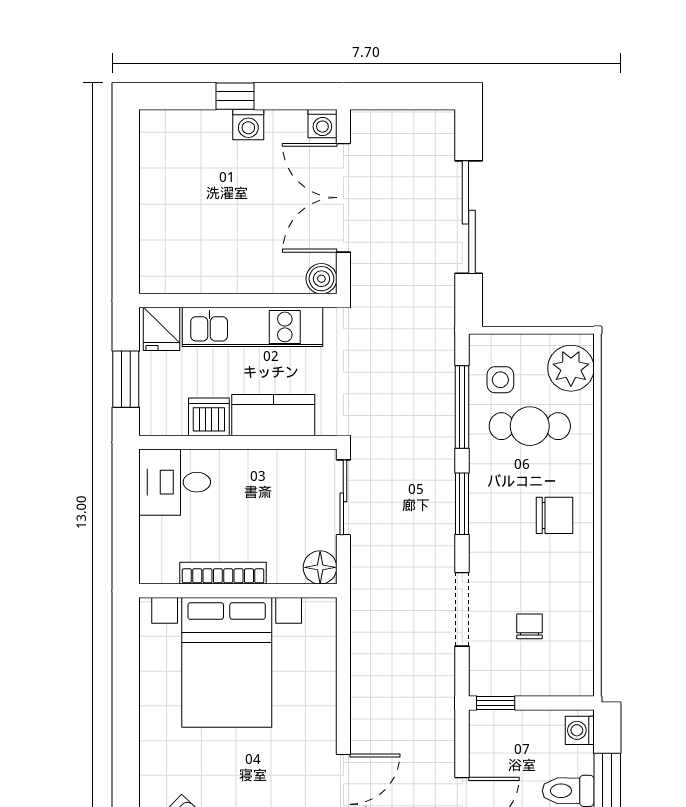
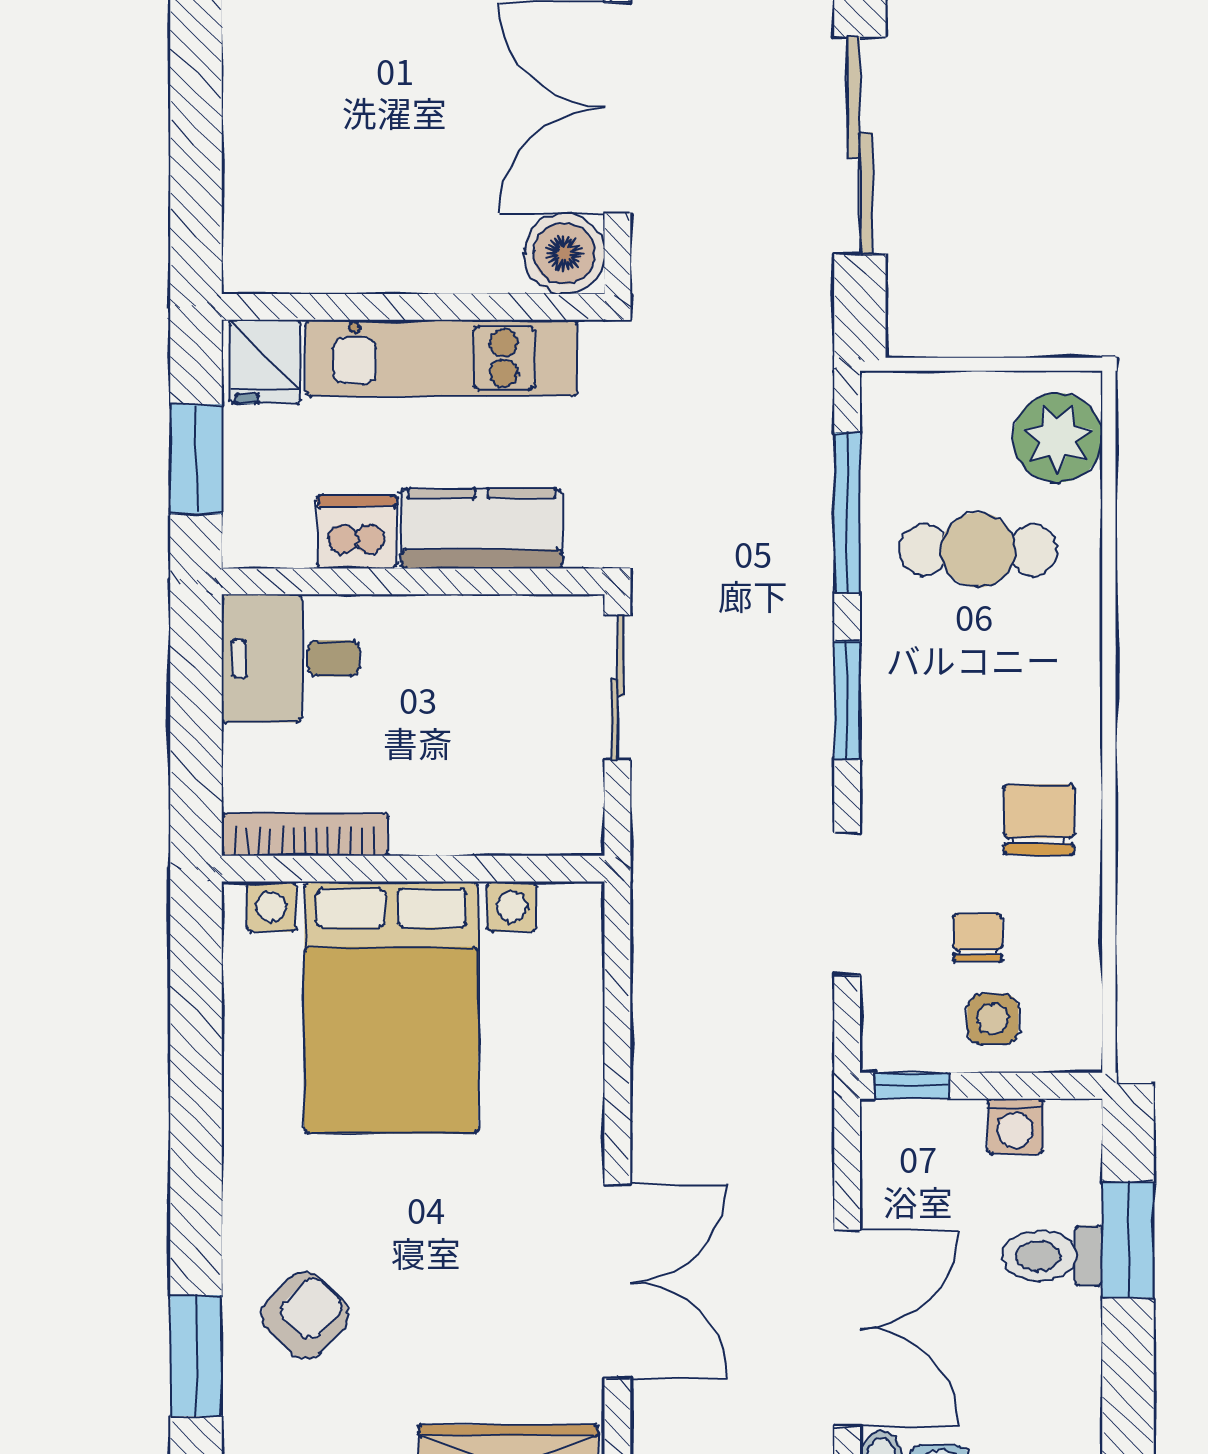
boiler: (321, 279) -> (564, 254), width x1.36, depth x1.36
side table: (500, 380) -> (993, 1019), moved
chair: (555, 515) -> (1039, 820), moved, turned -90
floor lamp: (320, 567) -> (572, 823), removed
bookcase: (223, 573) -> (305, 835), moved
washing machine: (580, 730) -> (1015, 1126), moved, turned -90

